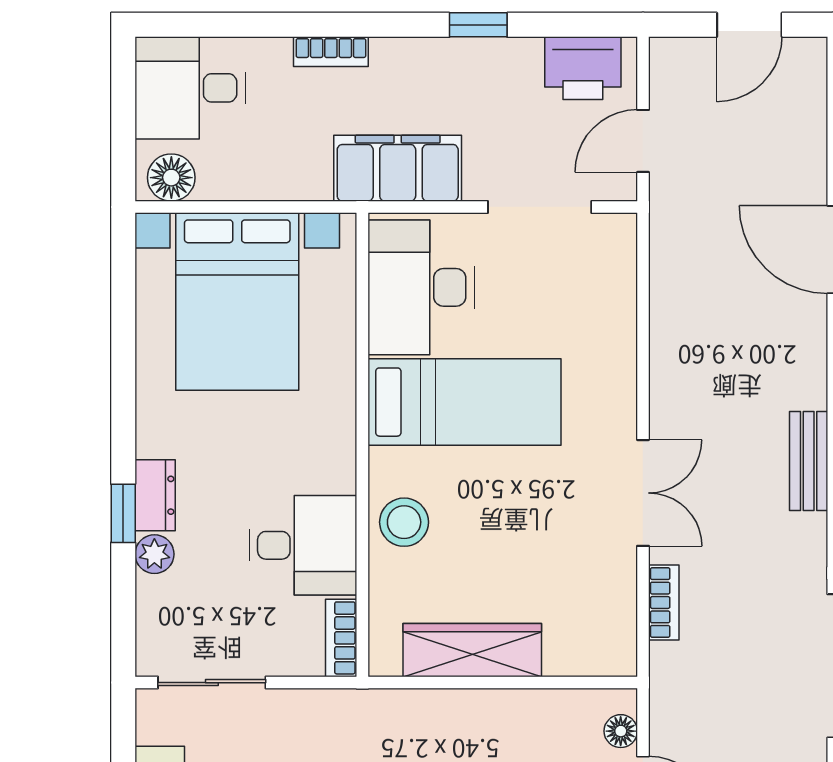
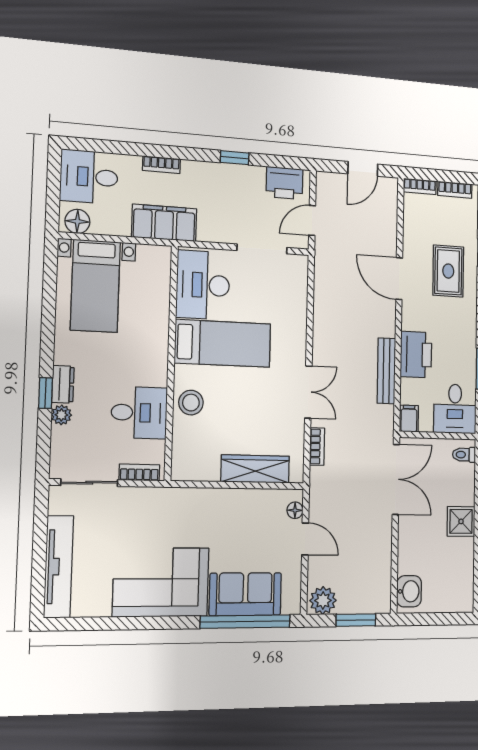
filing cabinet: (398, 168) -> (164, 223), moved
bed with nightstands: (237, 301) -> (95, 286), width x0.73
bench: (809, 461) -> (386, 371), width x1.36
bookcase: (341, 638) -> (139, 472), moved, turned 90
wardrobe: (472, 650) -> (255, 469), moved

